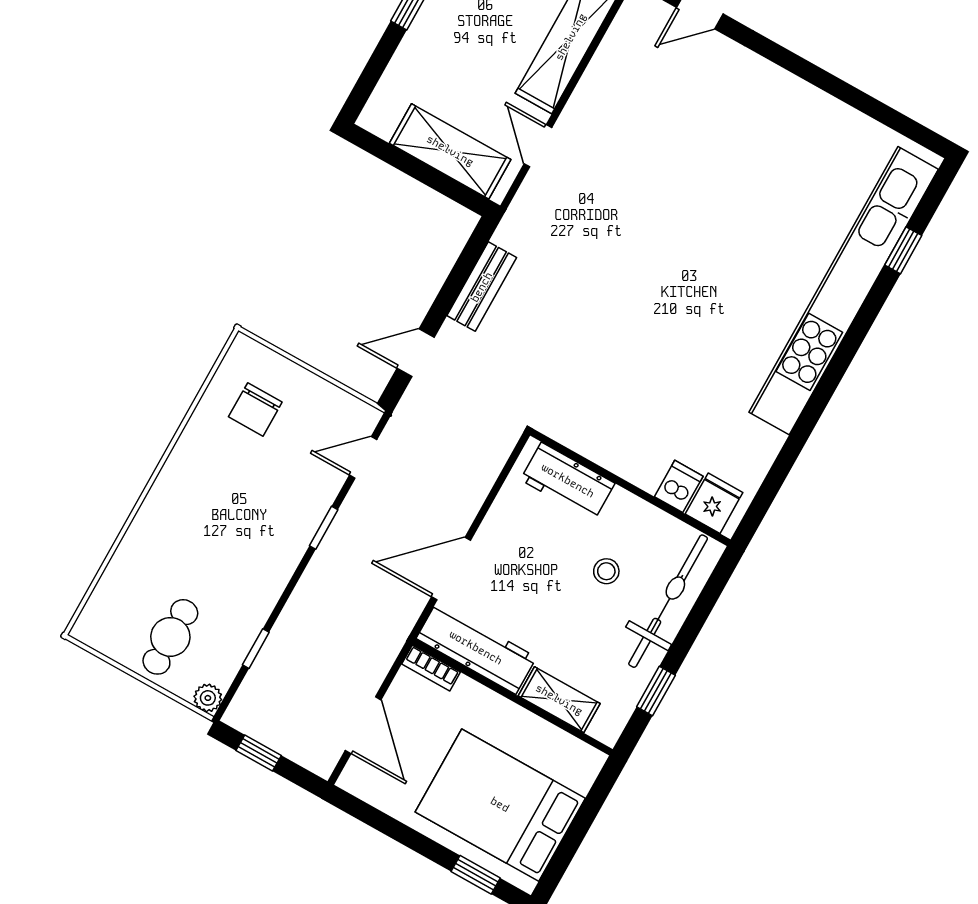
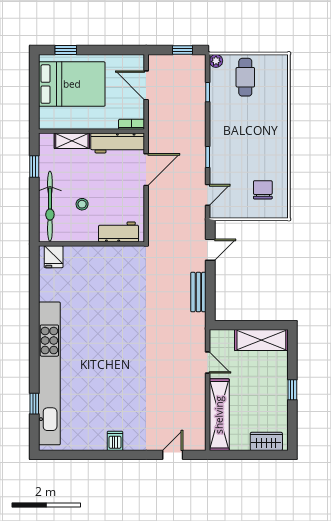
shelving: (450, 151) -> (261, 340), moved
dishwasher: (679, 486) -> (115, 441), moved, turned 180

